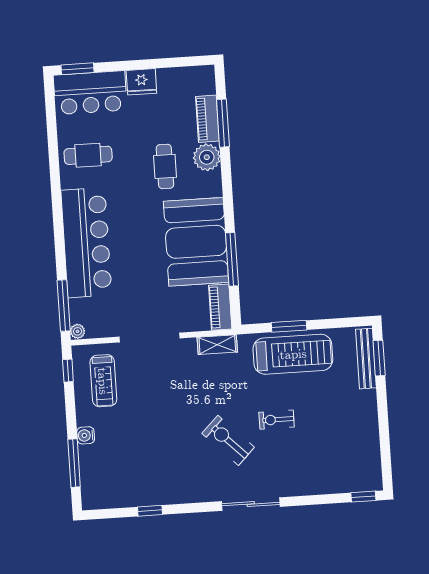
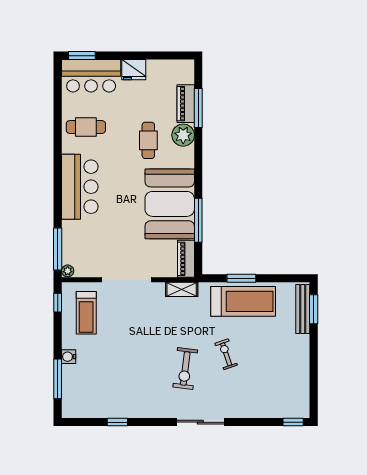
bar counter: (86, 243) -> (80, 187), width x0.73
exercise bike: (277, 420) -> (226, 354), turned 71
exercise bike: (228, 440) -> (185, 369), turned -128

